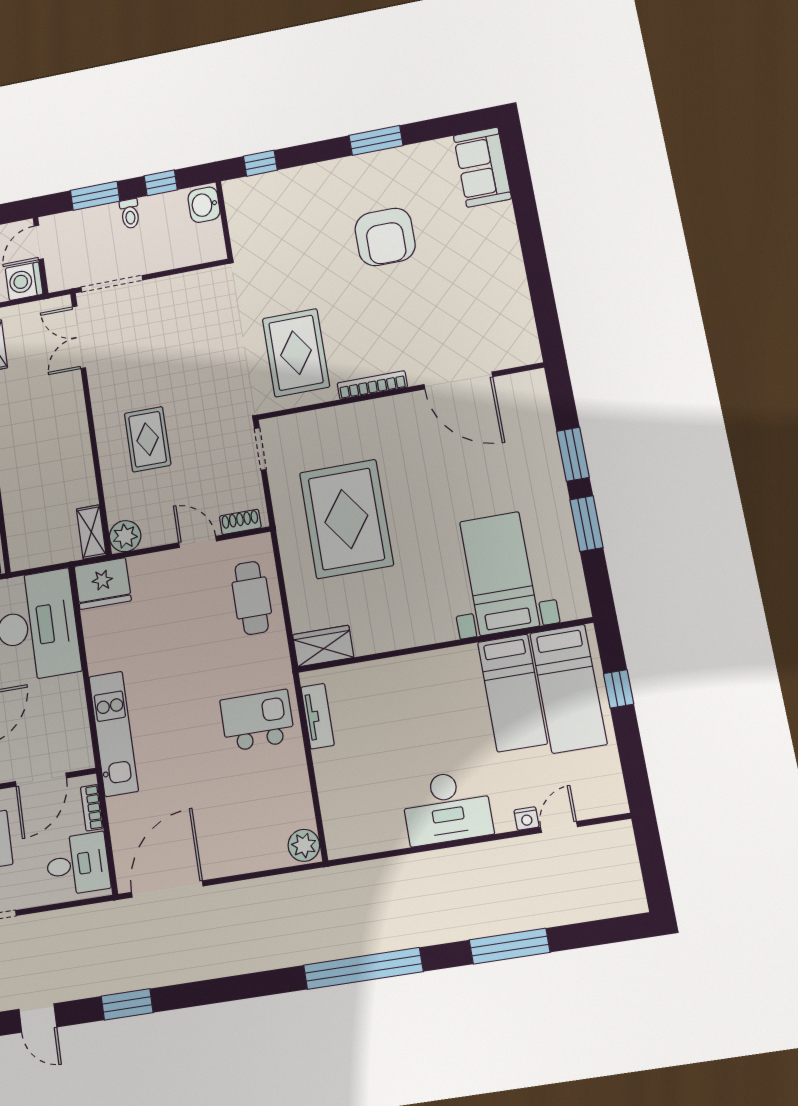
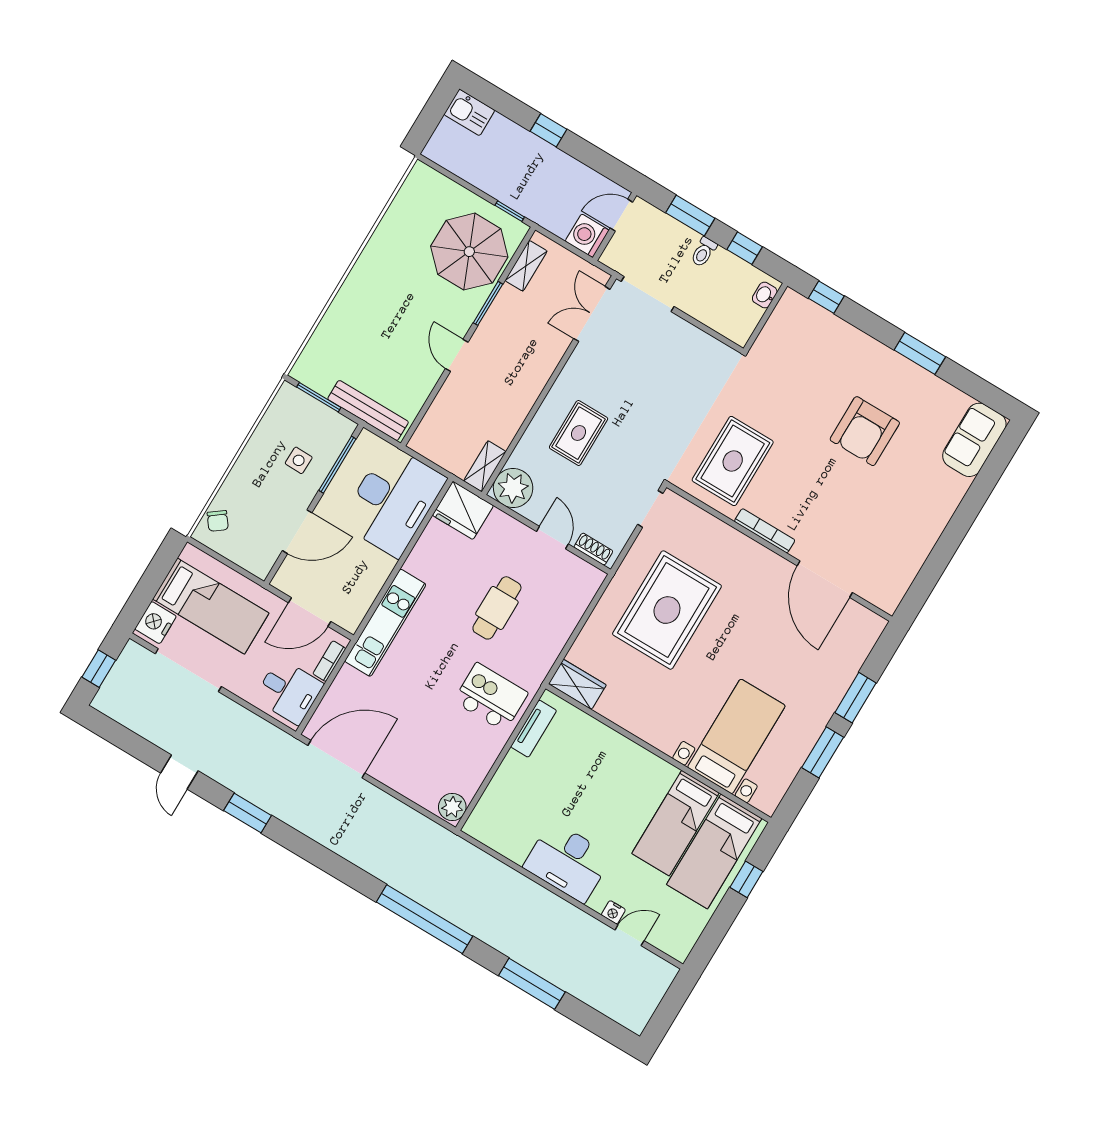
washbasin: (204, 205) -> (765, 295), width x0.72, depth x0.69
plant: (125, 536) -> (513, 488), width x1.36, depth x1.36
cafe table: (252, 598) -> (497, 608), moved

